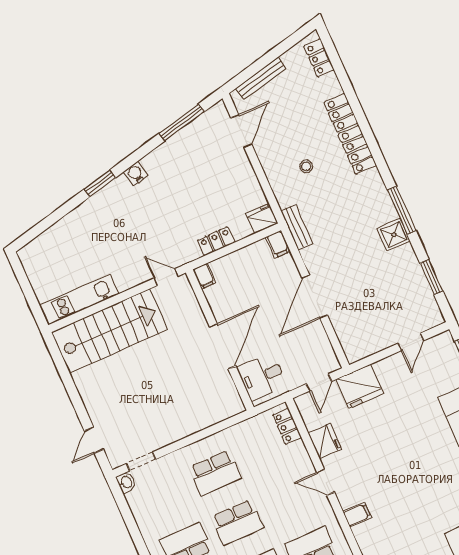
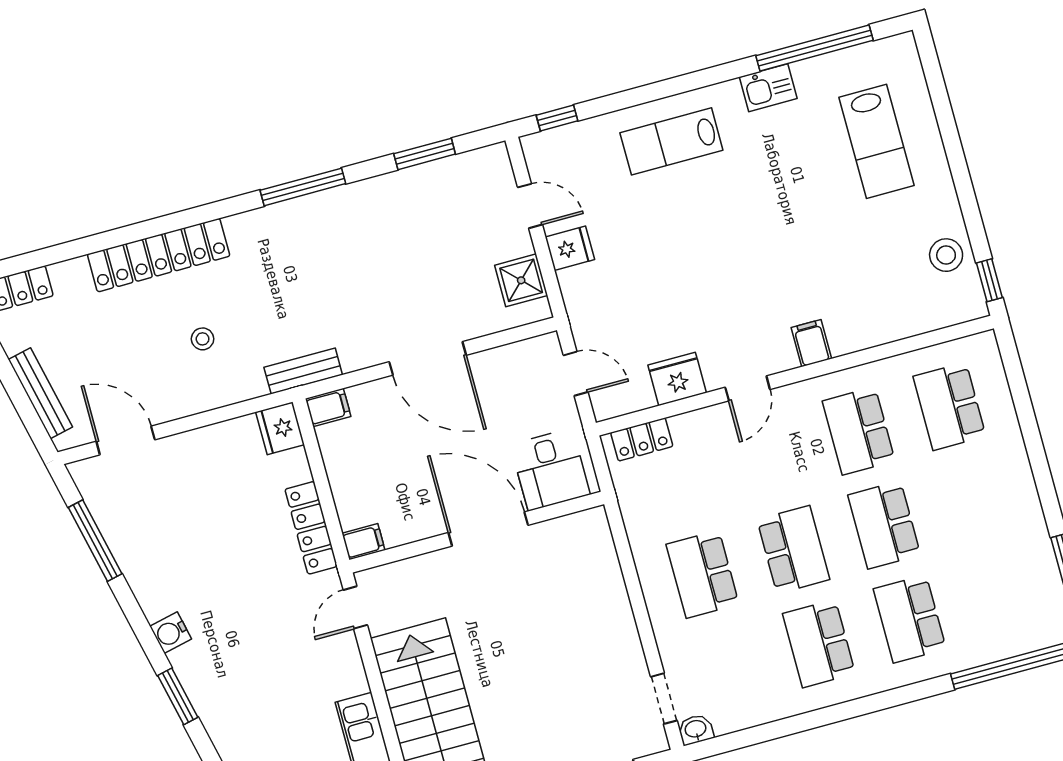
shower: (394, 235) -> (521, 280), moved
locker: (216, 241) -> (311, 528), width x1.53
fridge: (360, 386) -> (570, 248), moved, width x0.53, depth x0.75
school desk: (215, 473) -> (703, 574), turned 180

